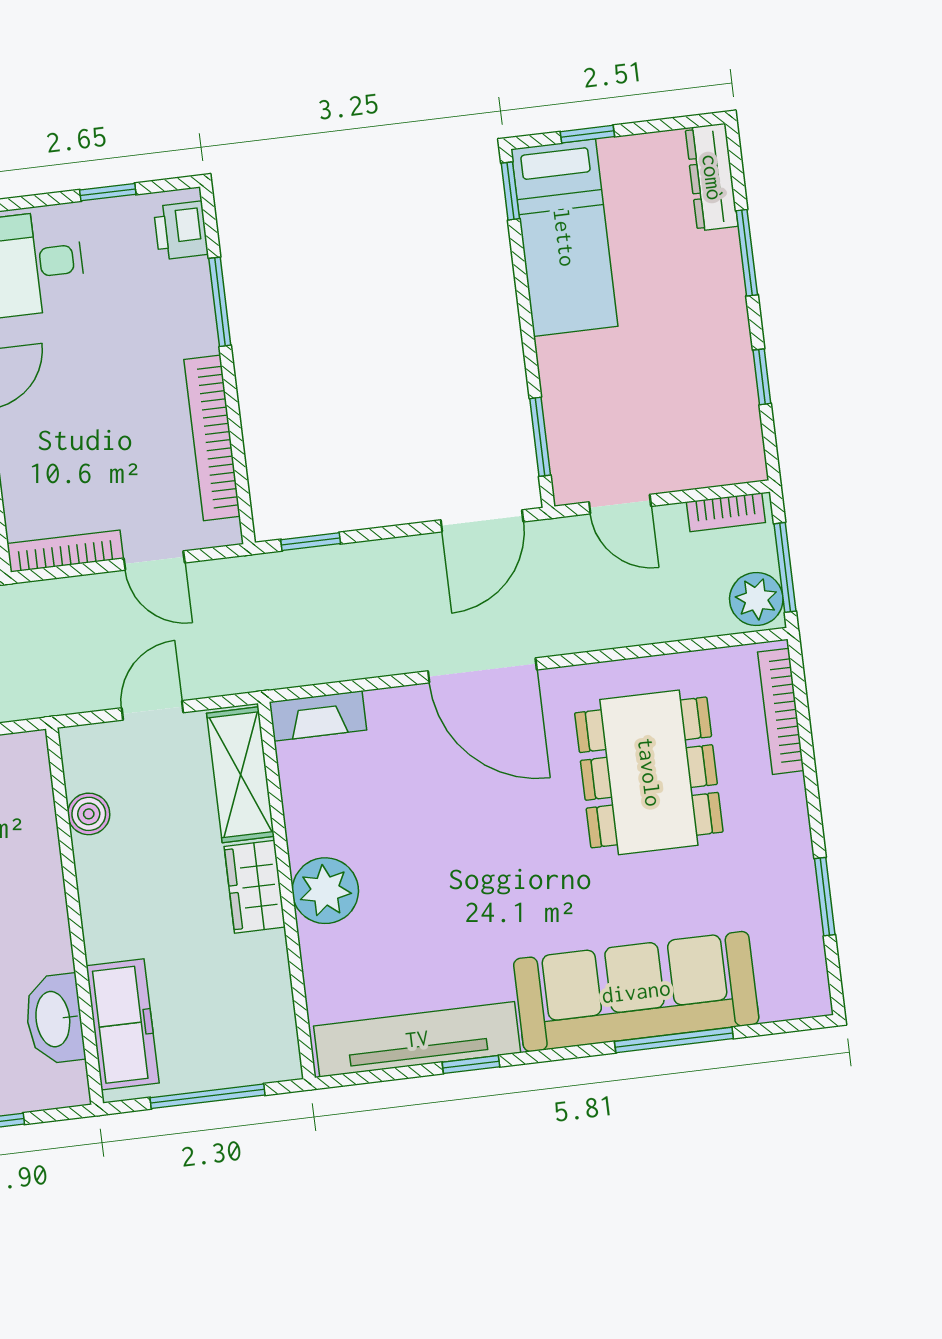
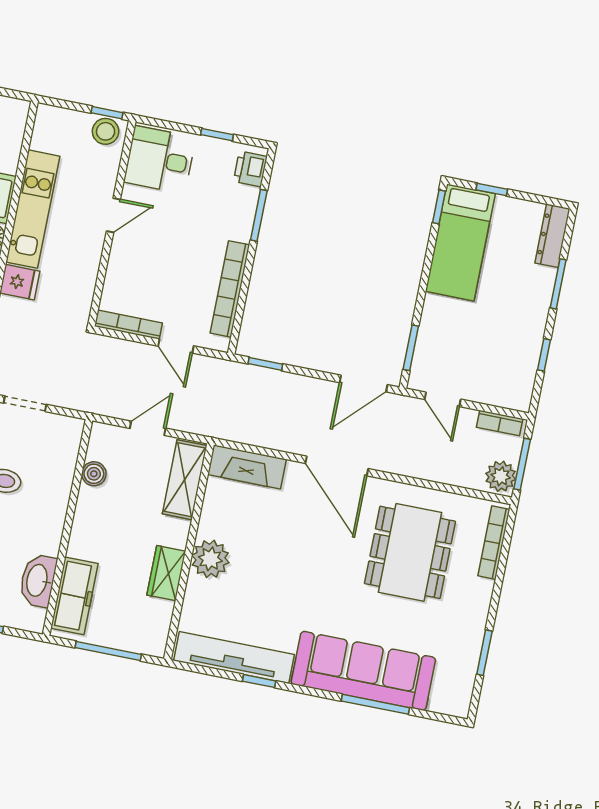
fireplace: (318, 716) -> (247, 467), width x1.37, depth x1.32
wardrobe: (255, 887) -> (166, 573), moved

